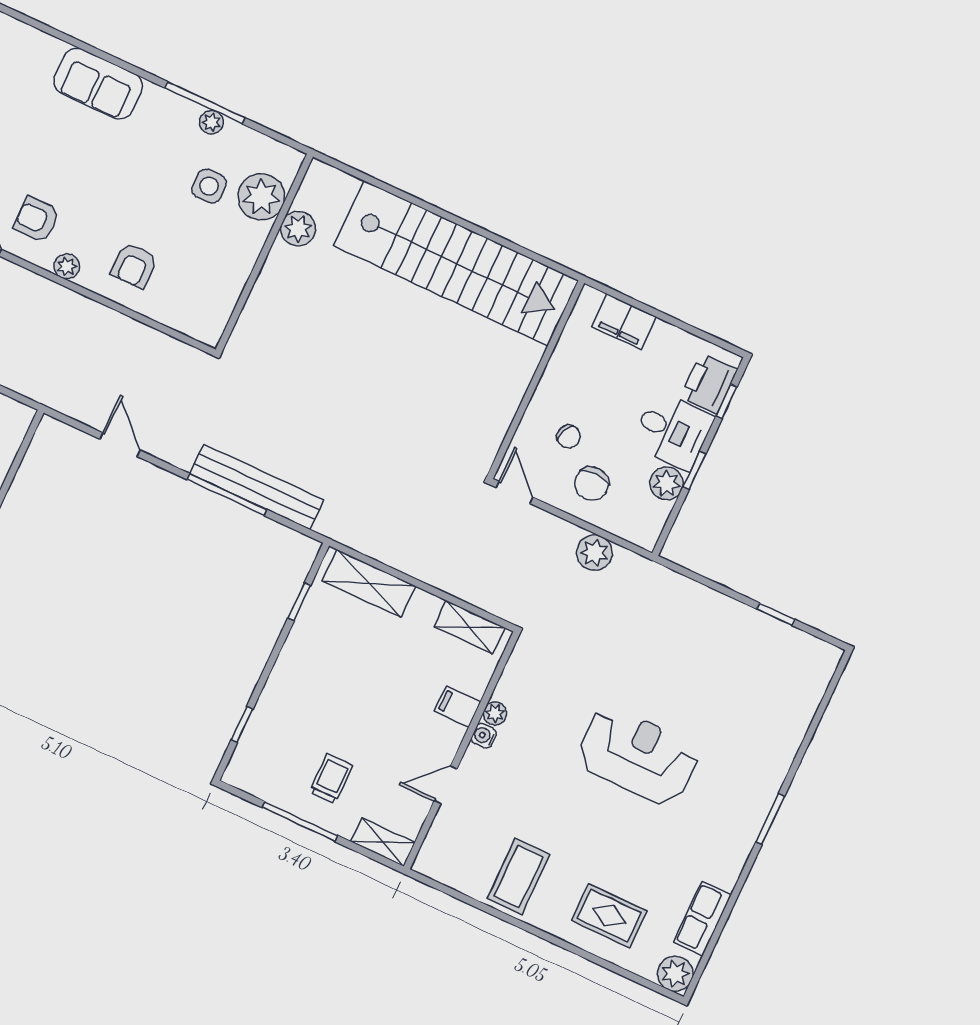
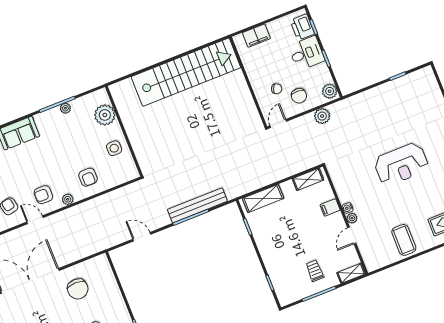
side table: (209, 186) -> (114, 148), moved
plant: (298, 229) -> (126, 113), removed
plant: (667, 483) -> (330, 91), moved
door: (515, 492) -> (278, 123), hinge flipped
plant: (495, 714) -> (352, 218), moved
reception desk: (638, 756) -> (401, 164), turned 180

